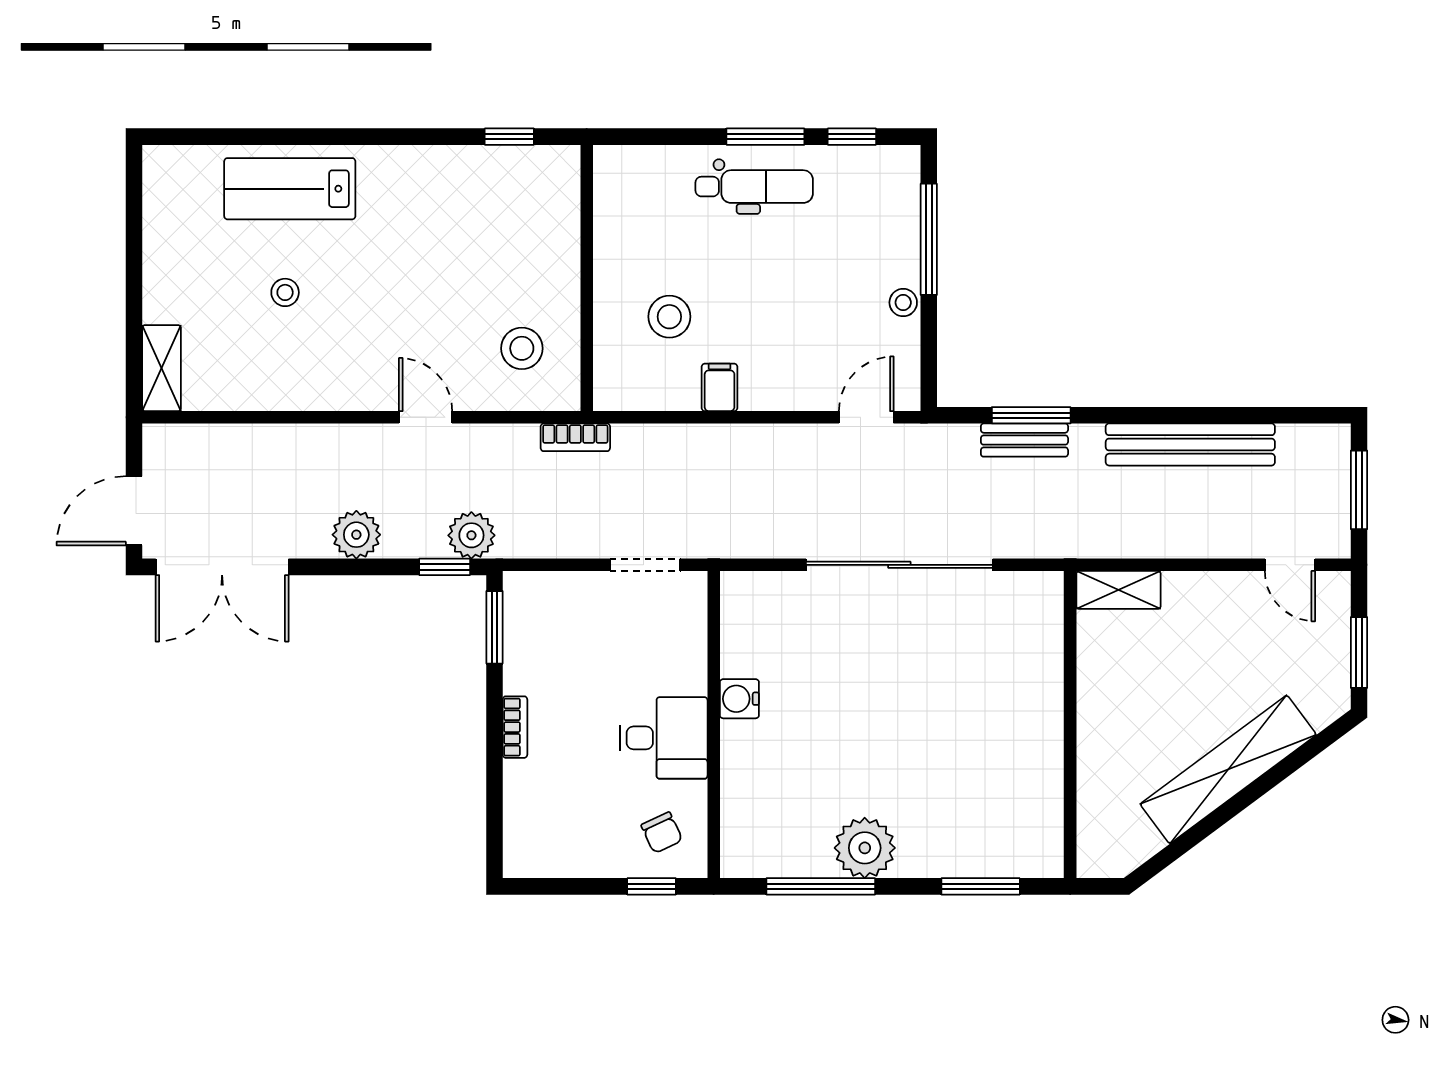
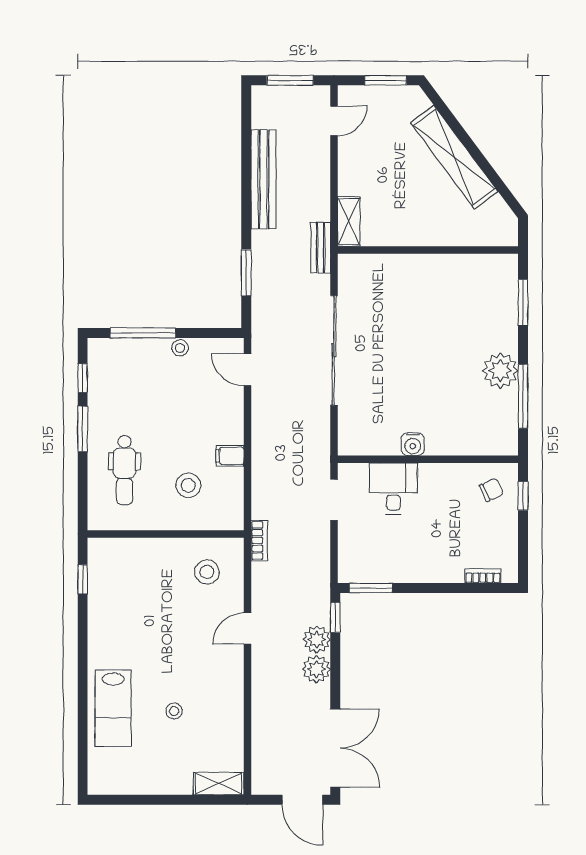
dental chair: (754, 187) -> (125, 470), moved, turned 180
bench: (1024, 440) -> (321, 248), moved
plant: (471, 535) -> (317, 639), moved
bookcase: (515, 727) -> (483, 576), moved
desk: (664, 738) -> (393, 489), moved

